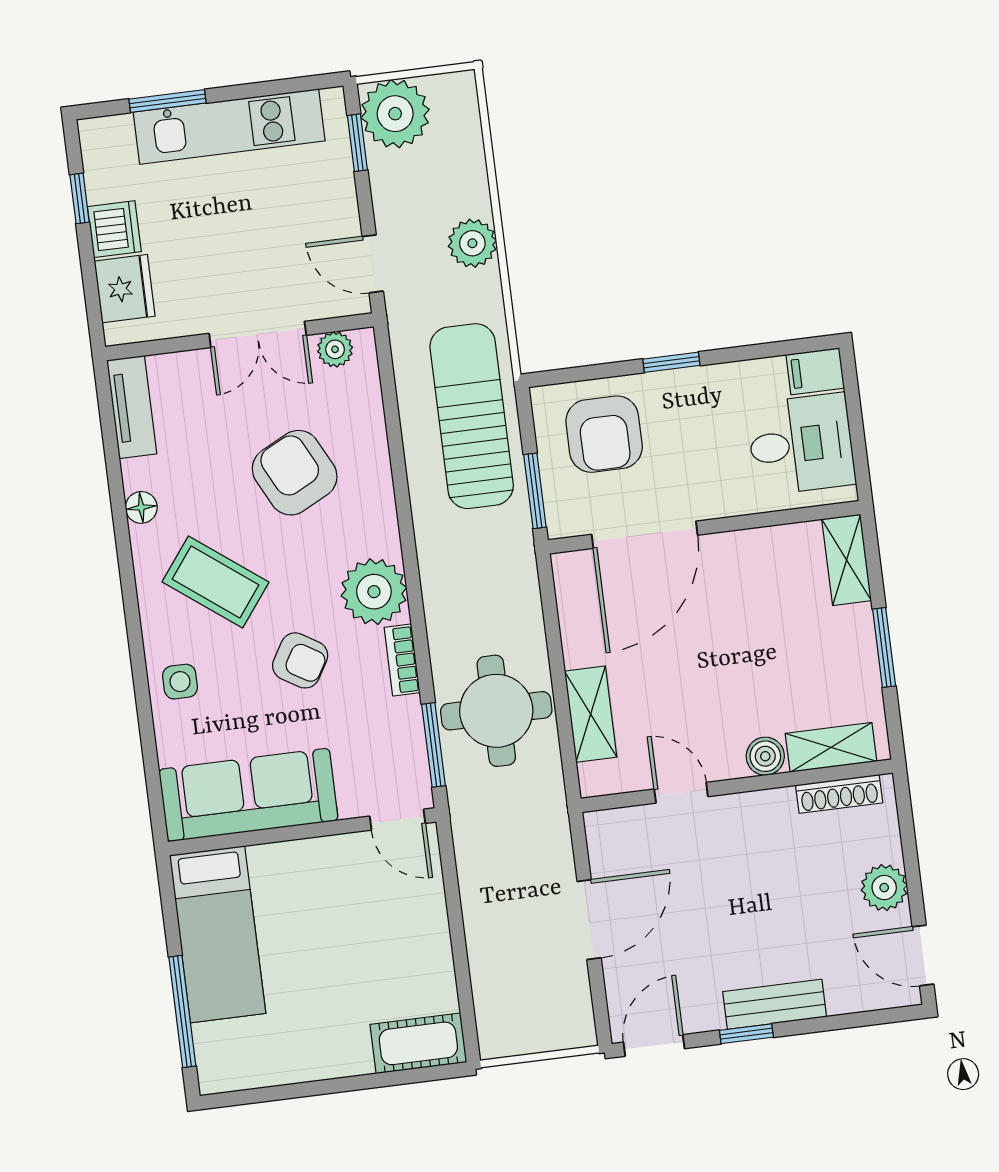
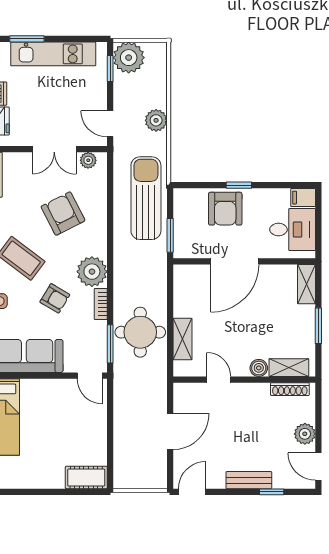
armchair: (604, 434) -> (225, 209), moved
door: (645, 535) -> (235, 261), moved
window: (746, 1034) -> (272, 492), moved

